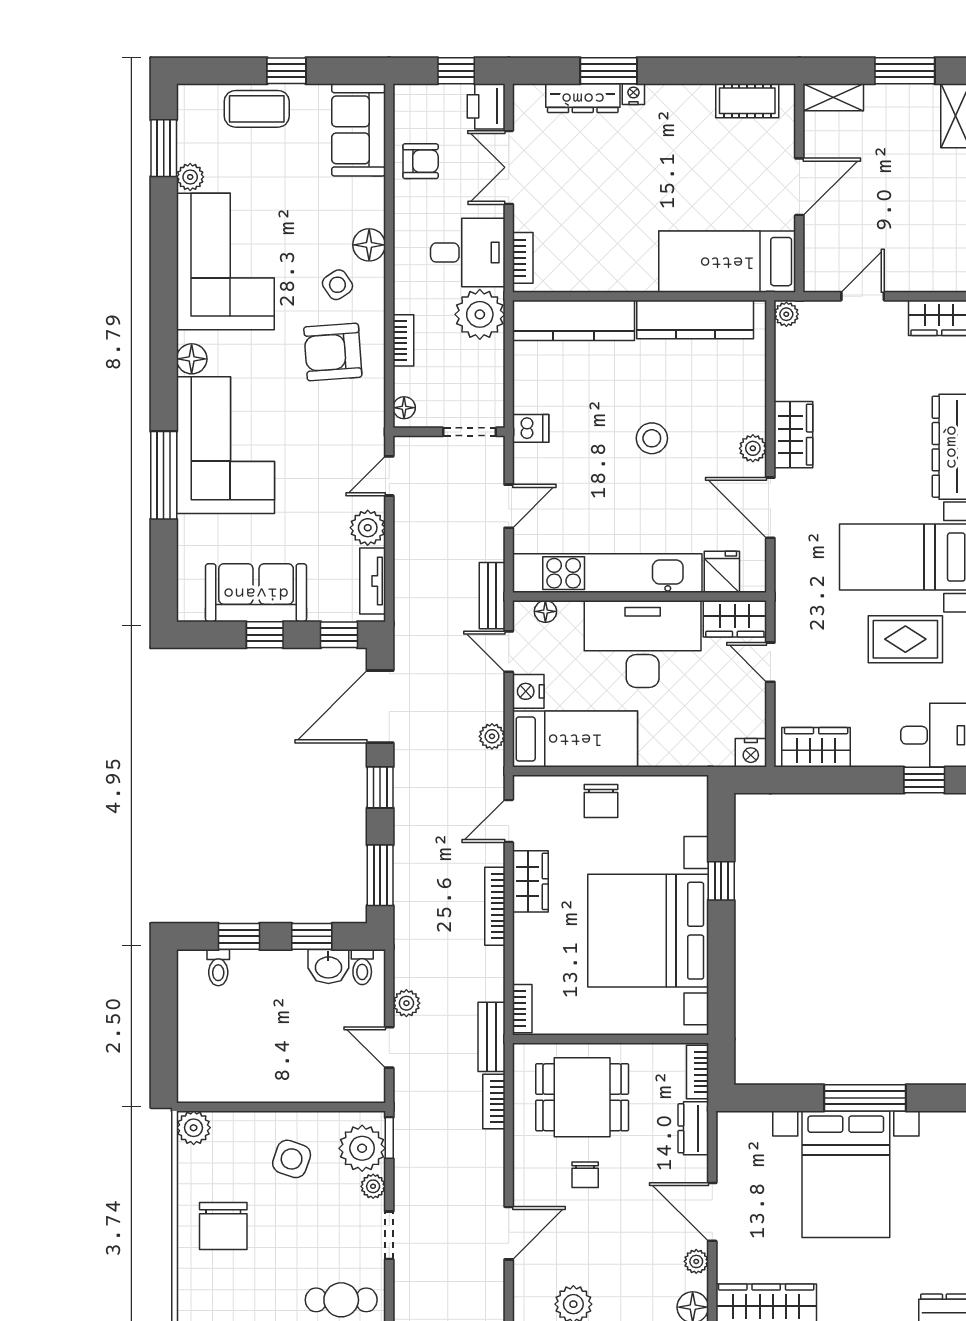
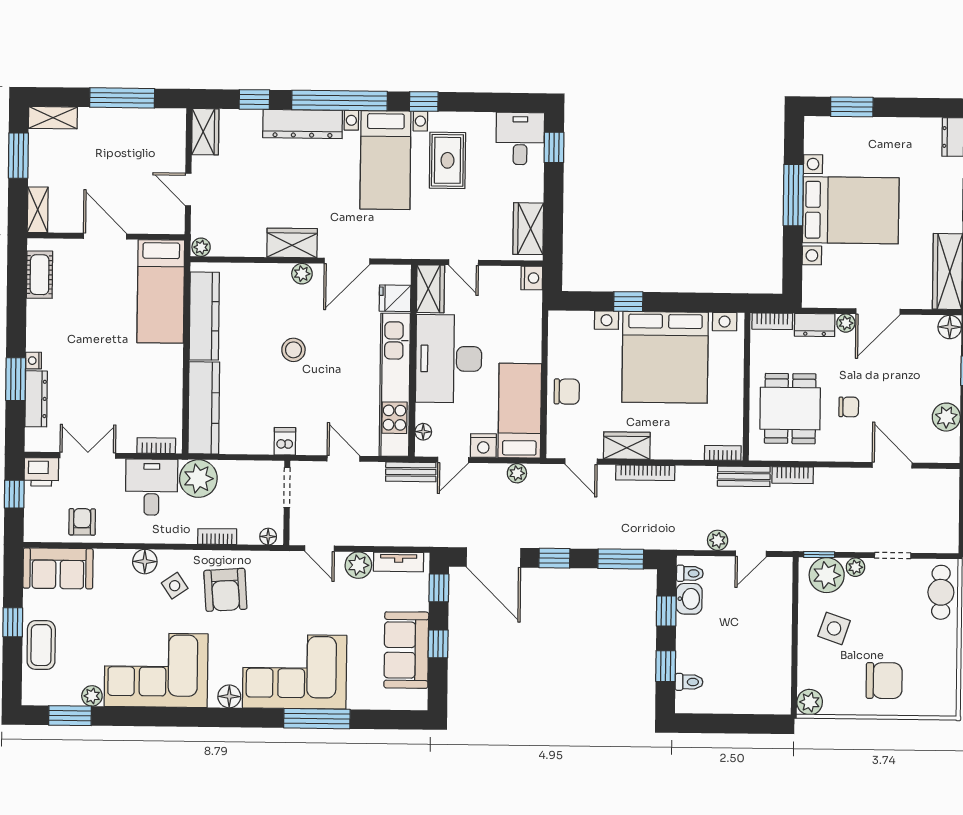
double door: (509, 167) -> (88, 455), swing flipped
door: (770, 662) -> (464, 262), hinge flipped
plant: (696, 1261) -> (846, 323), moved

